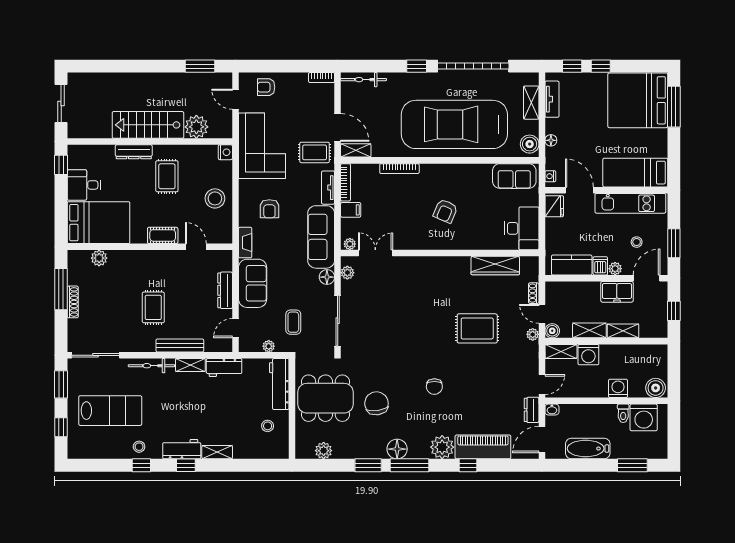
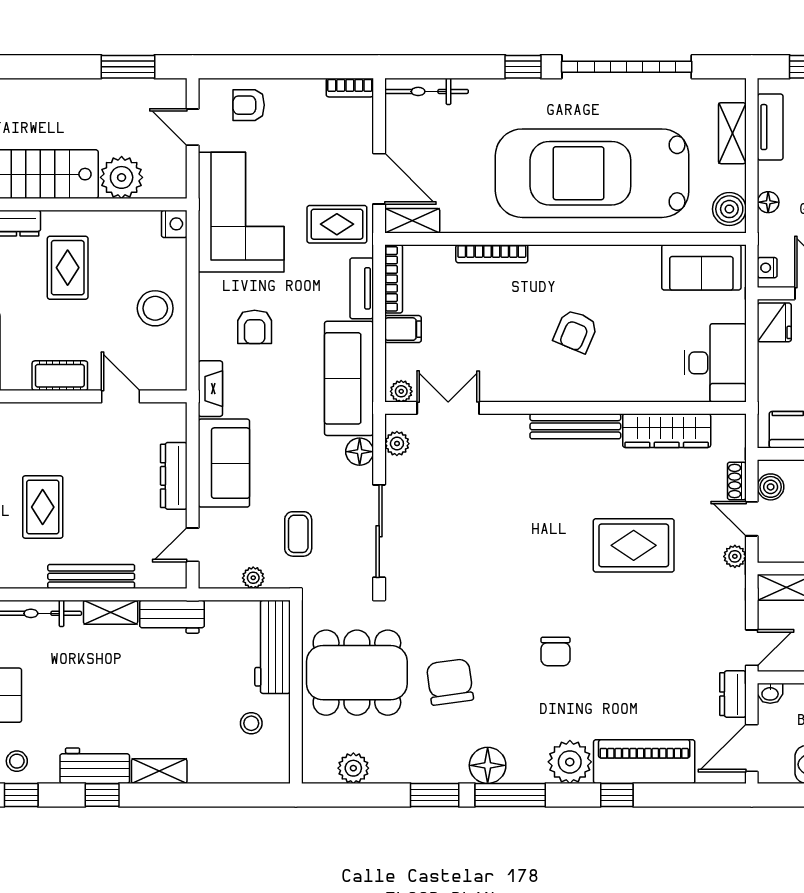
bench: (445, 263) -> (575, 426), added
boiler: (552, 331) -> (771, 487), moved

